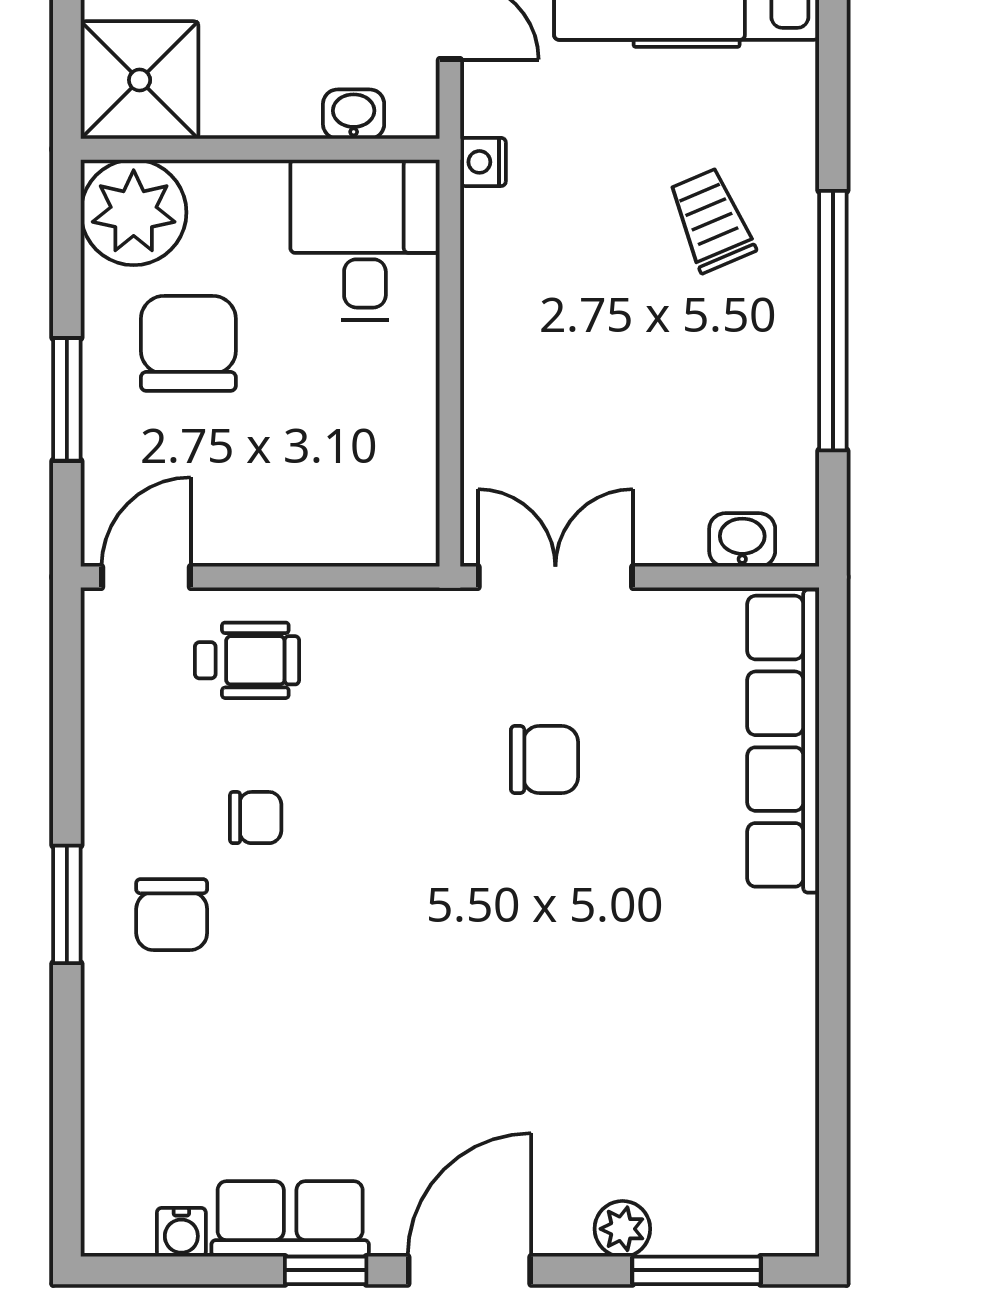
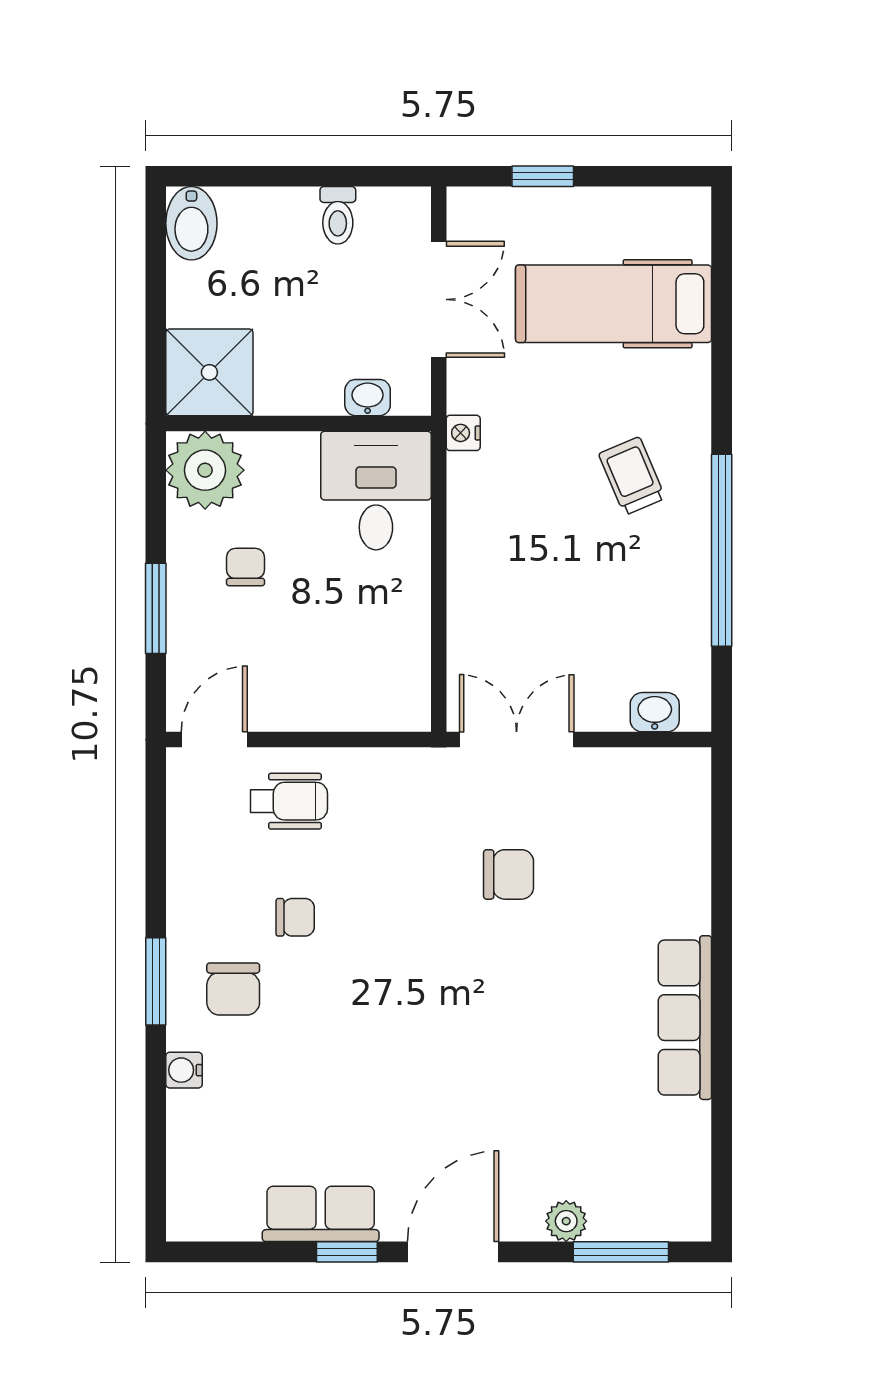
chair: (188, 343) -> (245, 567), width x0.54, depth x0.54
row of seats: (783, 741) -> (685, 1018), moved, width x0.73
water cooler: (181, 1232) -> (184, 1070), moved, turned 90

